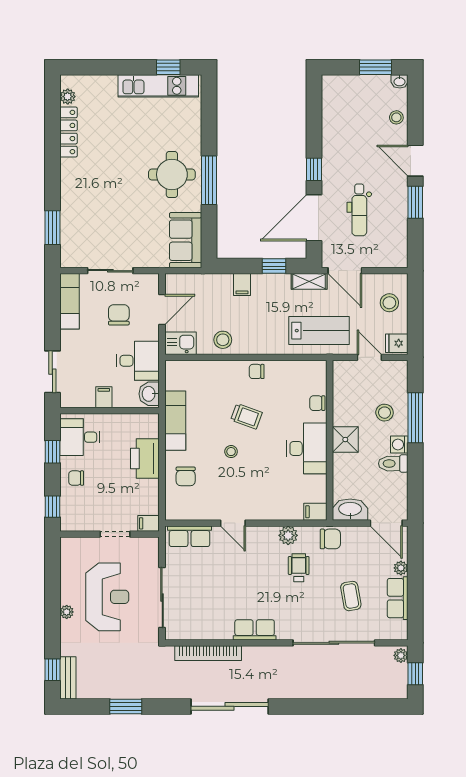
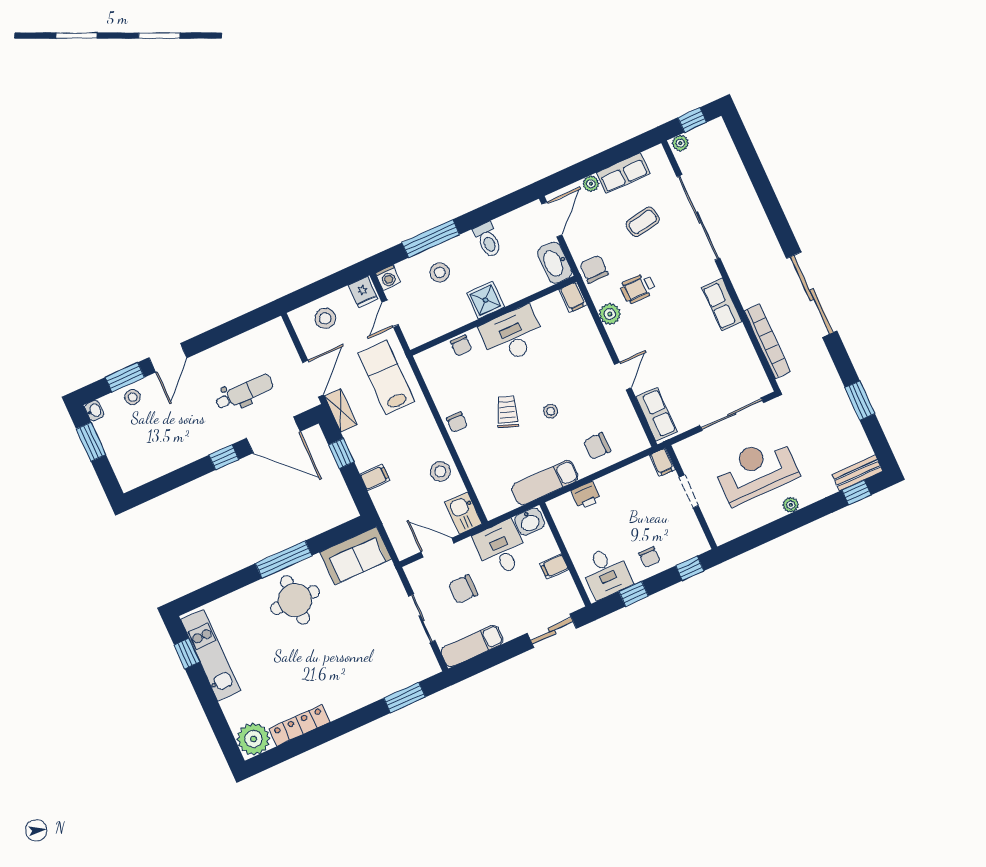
plant: (68, 97) -> (254, 739), width x1.88, depth x1.88
window: (415, 202) -> (125, 377), moved
washing machine: (399, 445) -> (388, 278), moved
printer: (145, 459) -> (586, 495), width x0.53, depth x0.68
chair: (186, 476) -> (597, 446), turned 180

